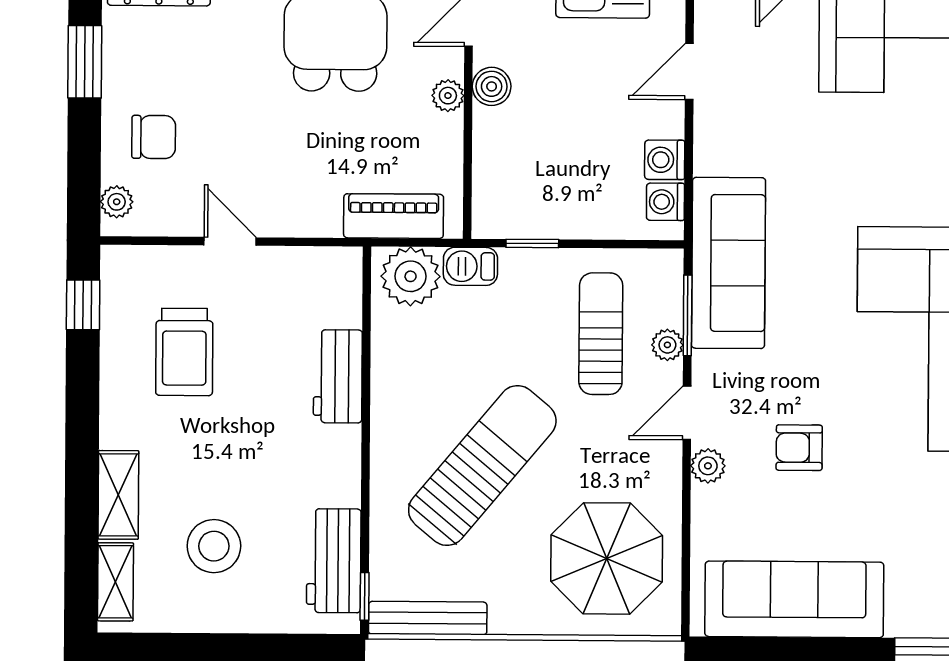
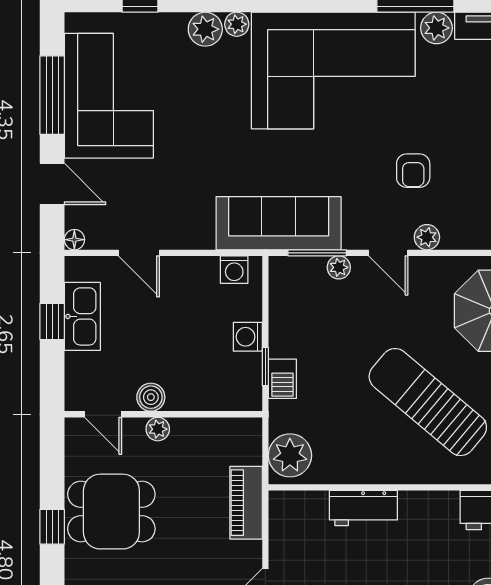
washing machine: (665, 160) -> (248, 337), moved, turned 90
piano: (394, 216) -> (246, 503), moved
barbecue: (470, 266) -> (282, 379), moved
sun lounger: (601, 334) -> (331, 316), removed

